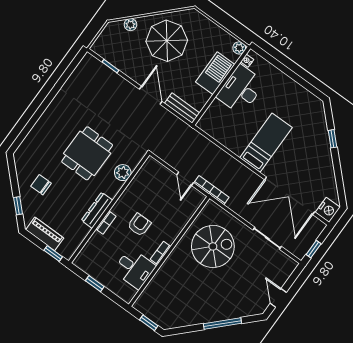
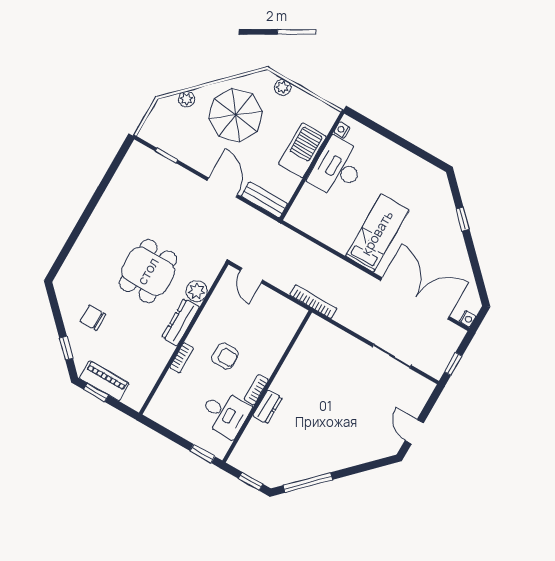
plant: (239, 48) -> (283, 87), moved
door: (185, 179) -> (251, 275), moved
double door: (290, 196) -> (415, 298), swing flipped
dresser: (97, 210) -> (181, 322), moved
nightstand: (328, 210) -> (468, 319), width x0.53, depth x0.56
armchair: (139, 225) -> (225, 356), turned 90
spiral stairs: (213, 246) -> (323, 374), removed
window: (53, 253) -> (96, 392), moved
dresser: (168, 267) -> (268, 407), added
window: (95, 284) -> (202, 454), moved
window: (222, 324) -> (308, 483), moved

